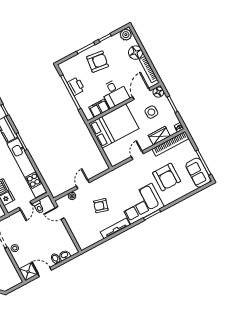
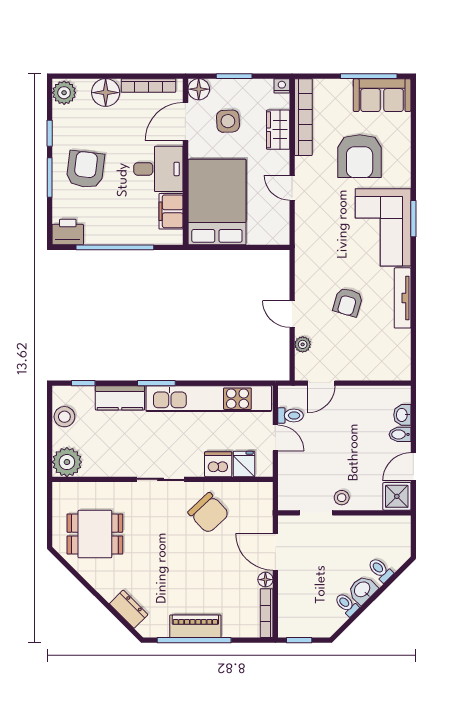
printer: (76, 86) -> (68, 232), moved
door: (141, 94) -> (185, 121), hinge flipped
armchair: (167, 177) -> (360, 156), turned 90

